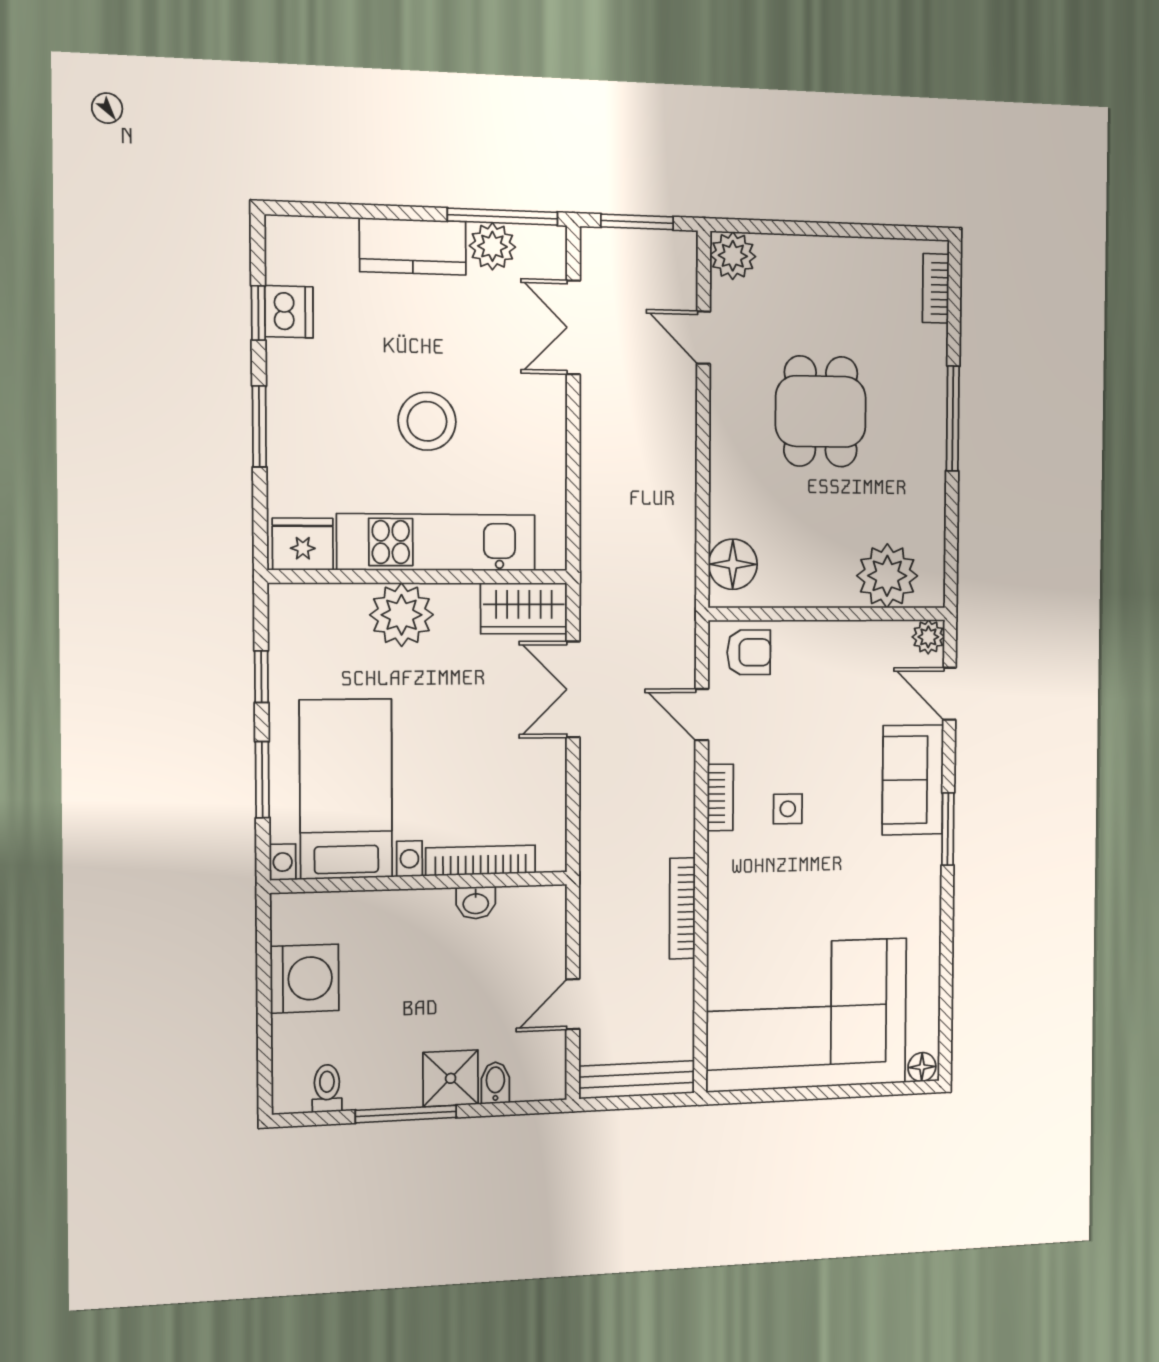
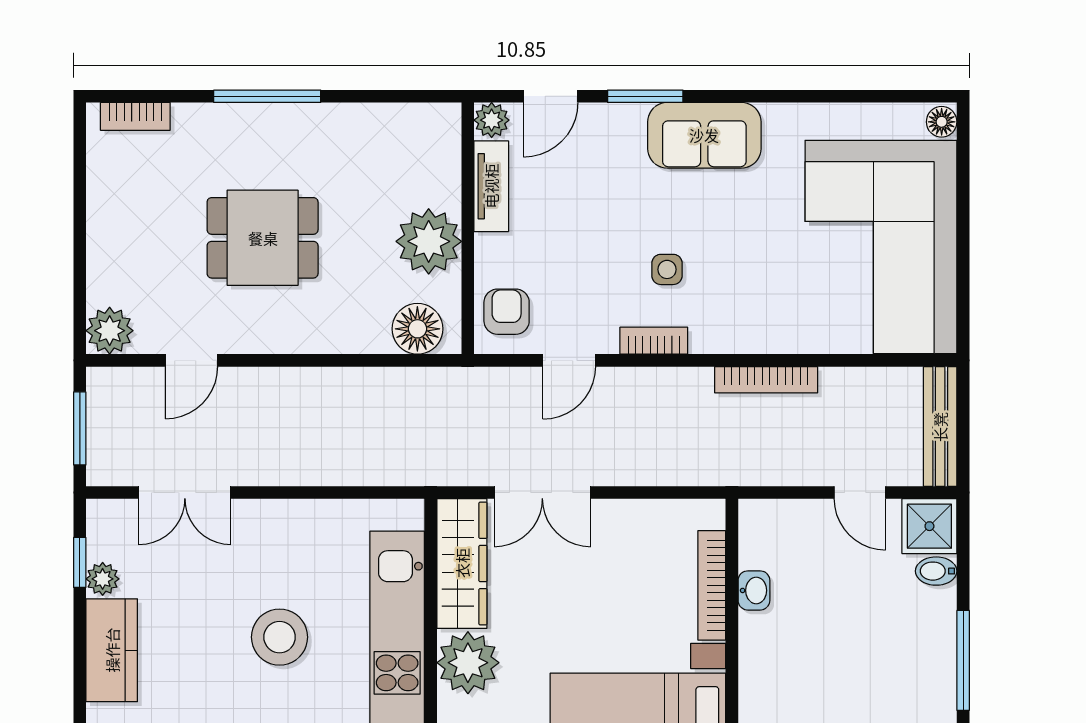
window: (503, 217) -> (80, 562), width x0.46
plant: (492, 246) -> (103, 579), width x0.73, depth x0.73
plant: (887, 576) -> (429, 241), moved
wardrobe: (524, 608) -> (462, 563), width x1.50
tv unit: (867, 637) -> (491, 186), added
sofa: (913, 780) -> (704, 135), moved
window: (948, 829) -> (645, 96), moved
shower: (451, 1078) -> (929, 526), moved

